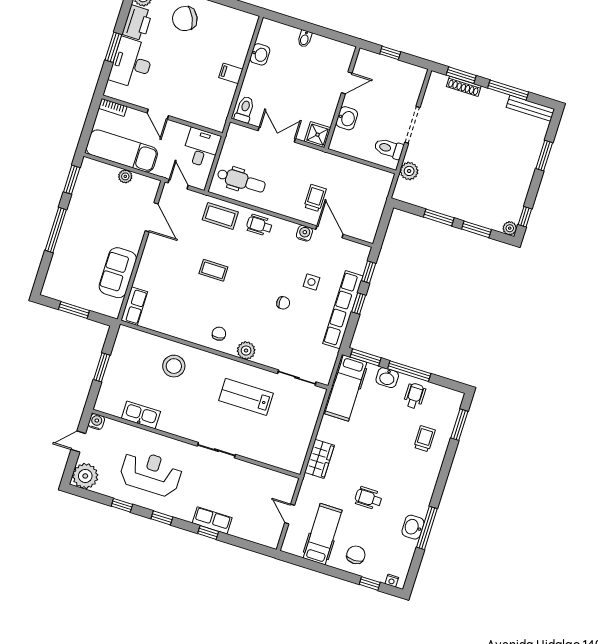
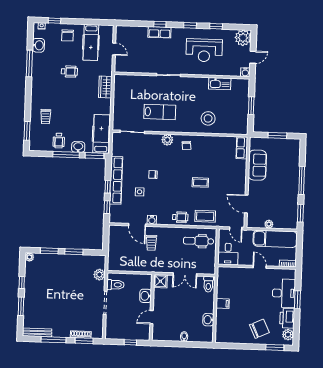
window: (525, 217) -> (22, 283), moved
washbasin: (413, 527) -> (38, 45), moved

